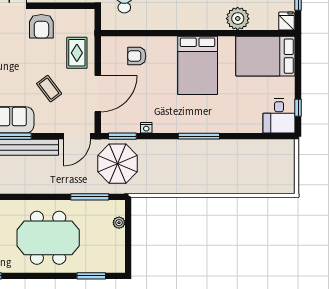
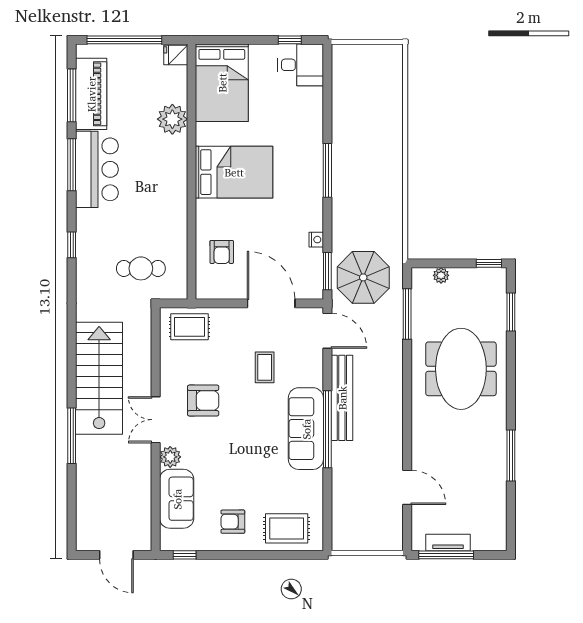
armchair: (41, 26) -> (203, 401), moved
rug: (77, 53) -> (189, 327), moved
coffee table: (49, 89) -> (265, 367), turned -53
window: (128, 259) -> (489, 263), added

